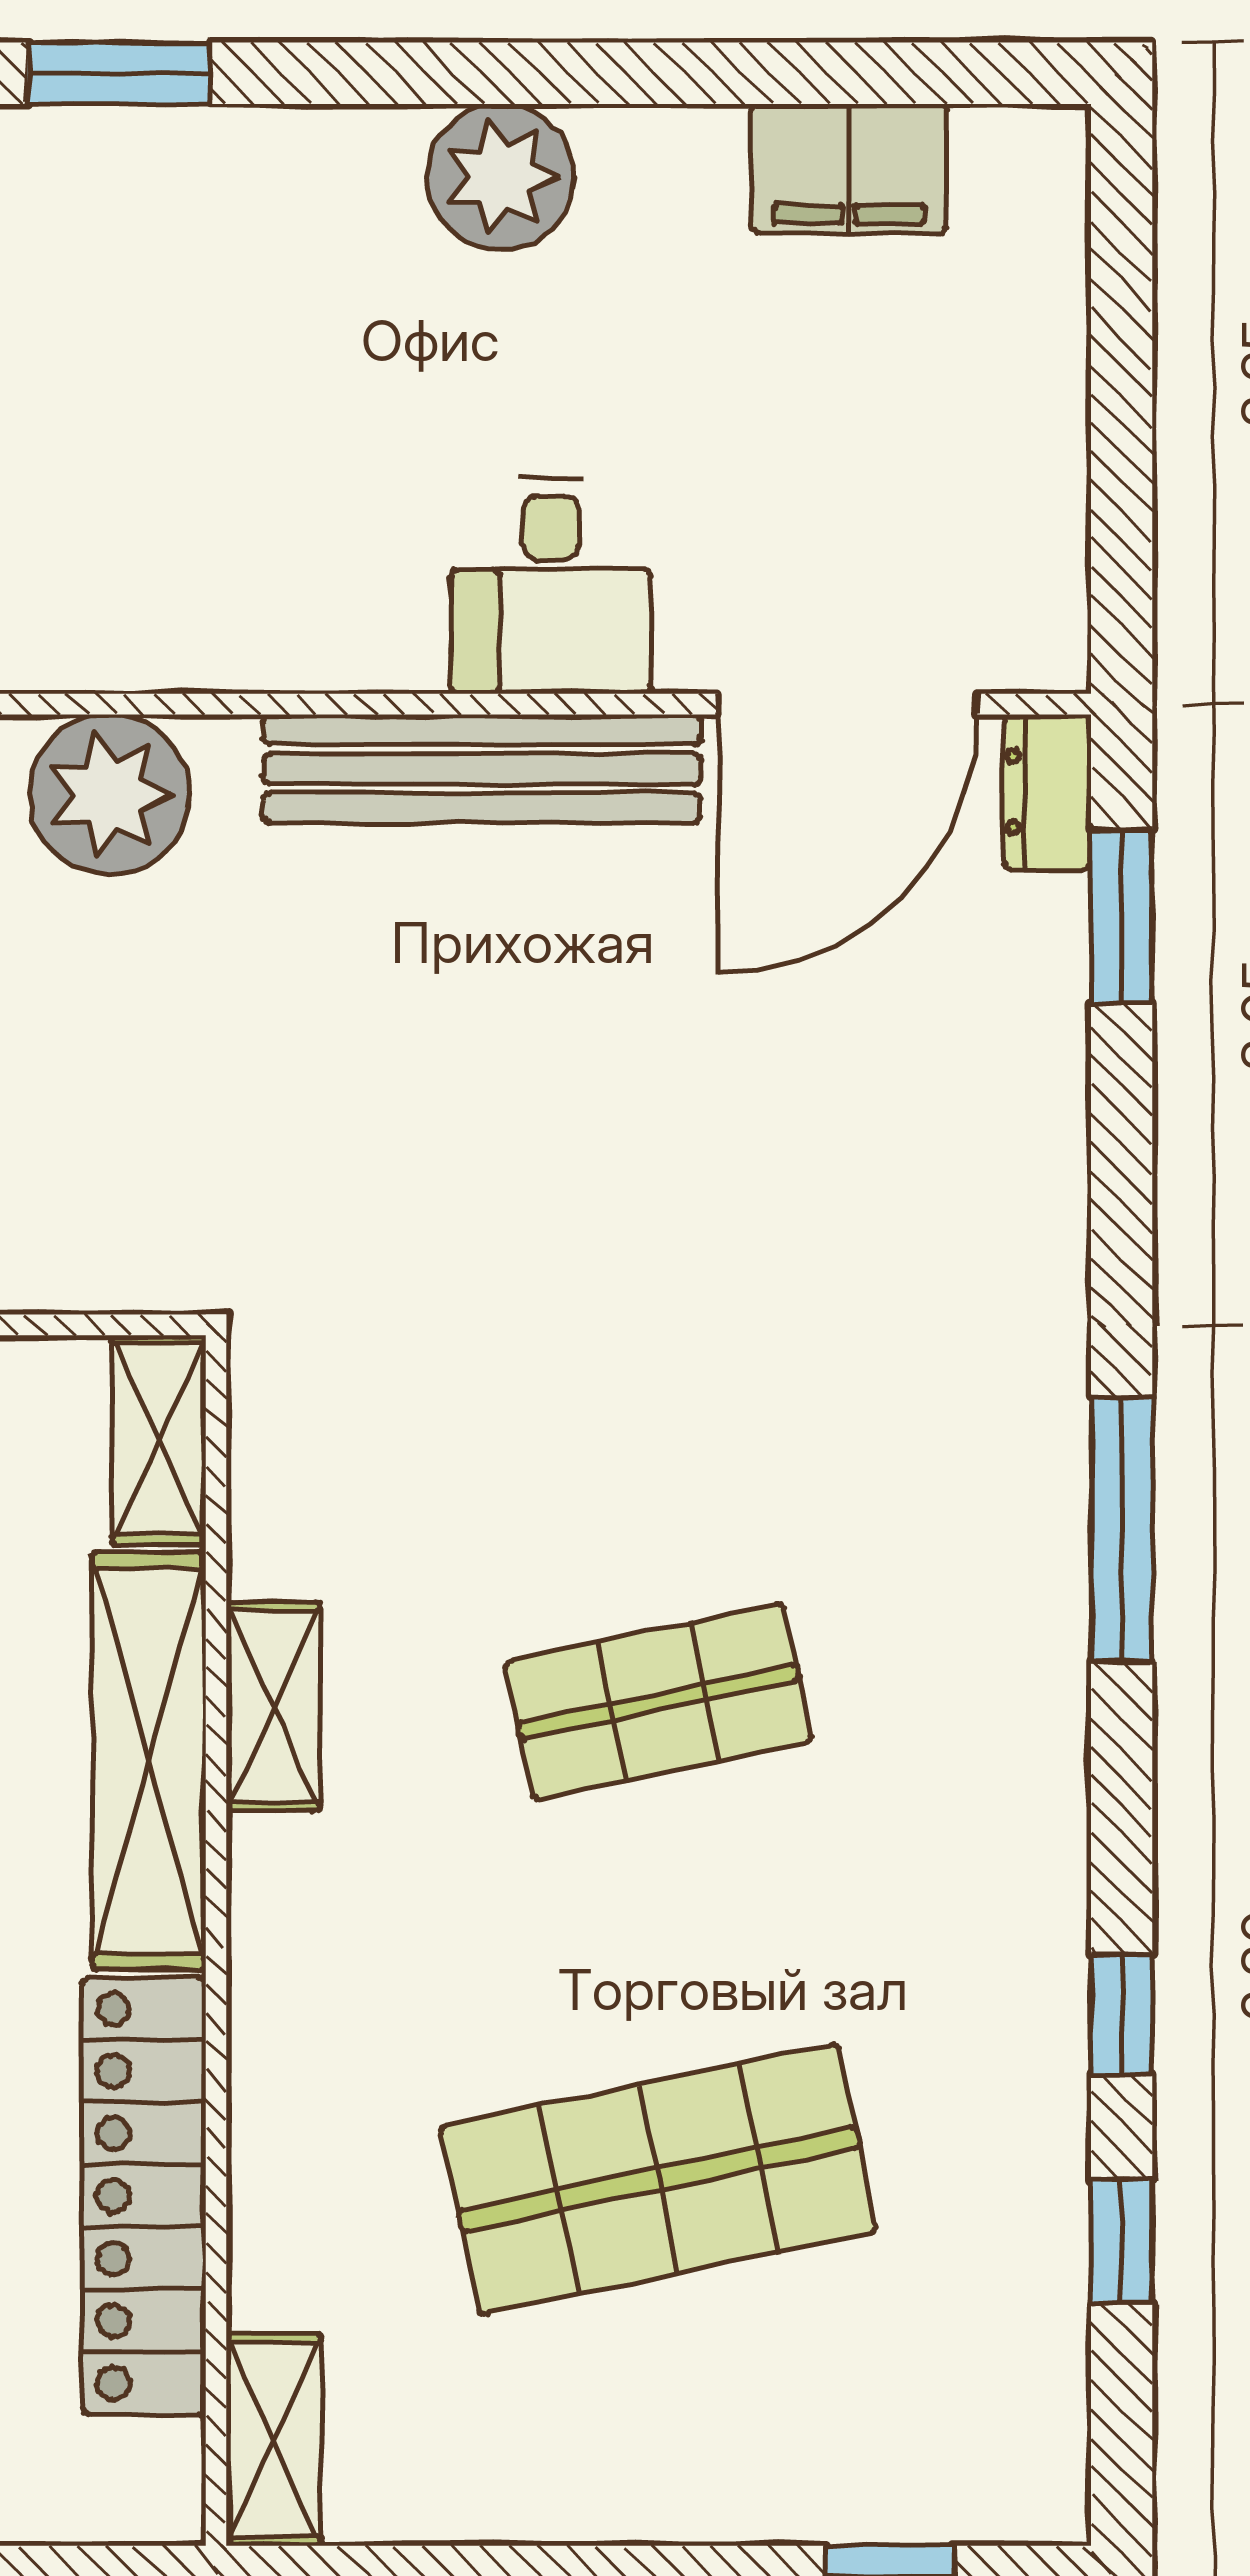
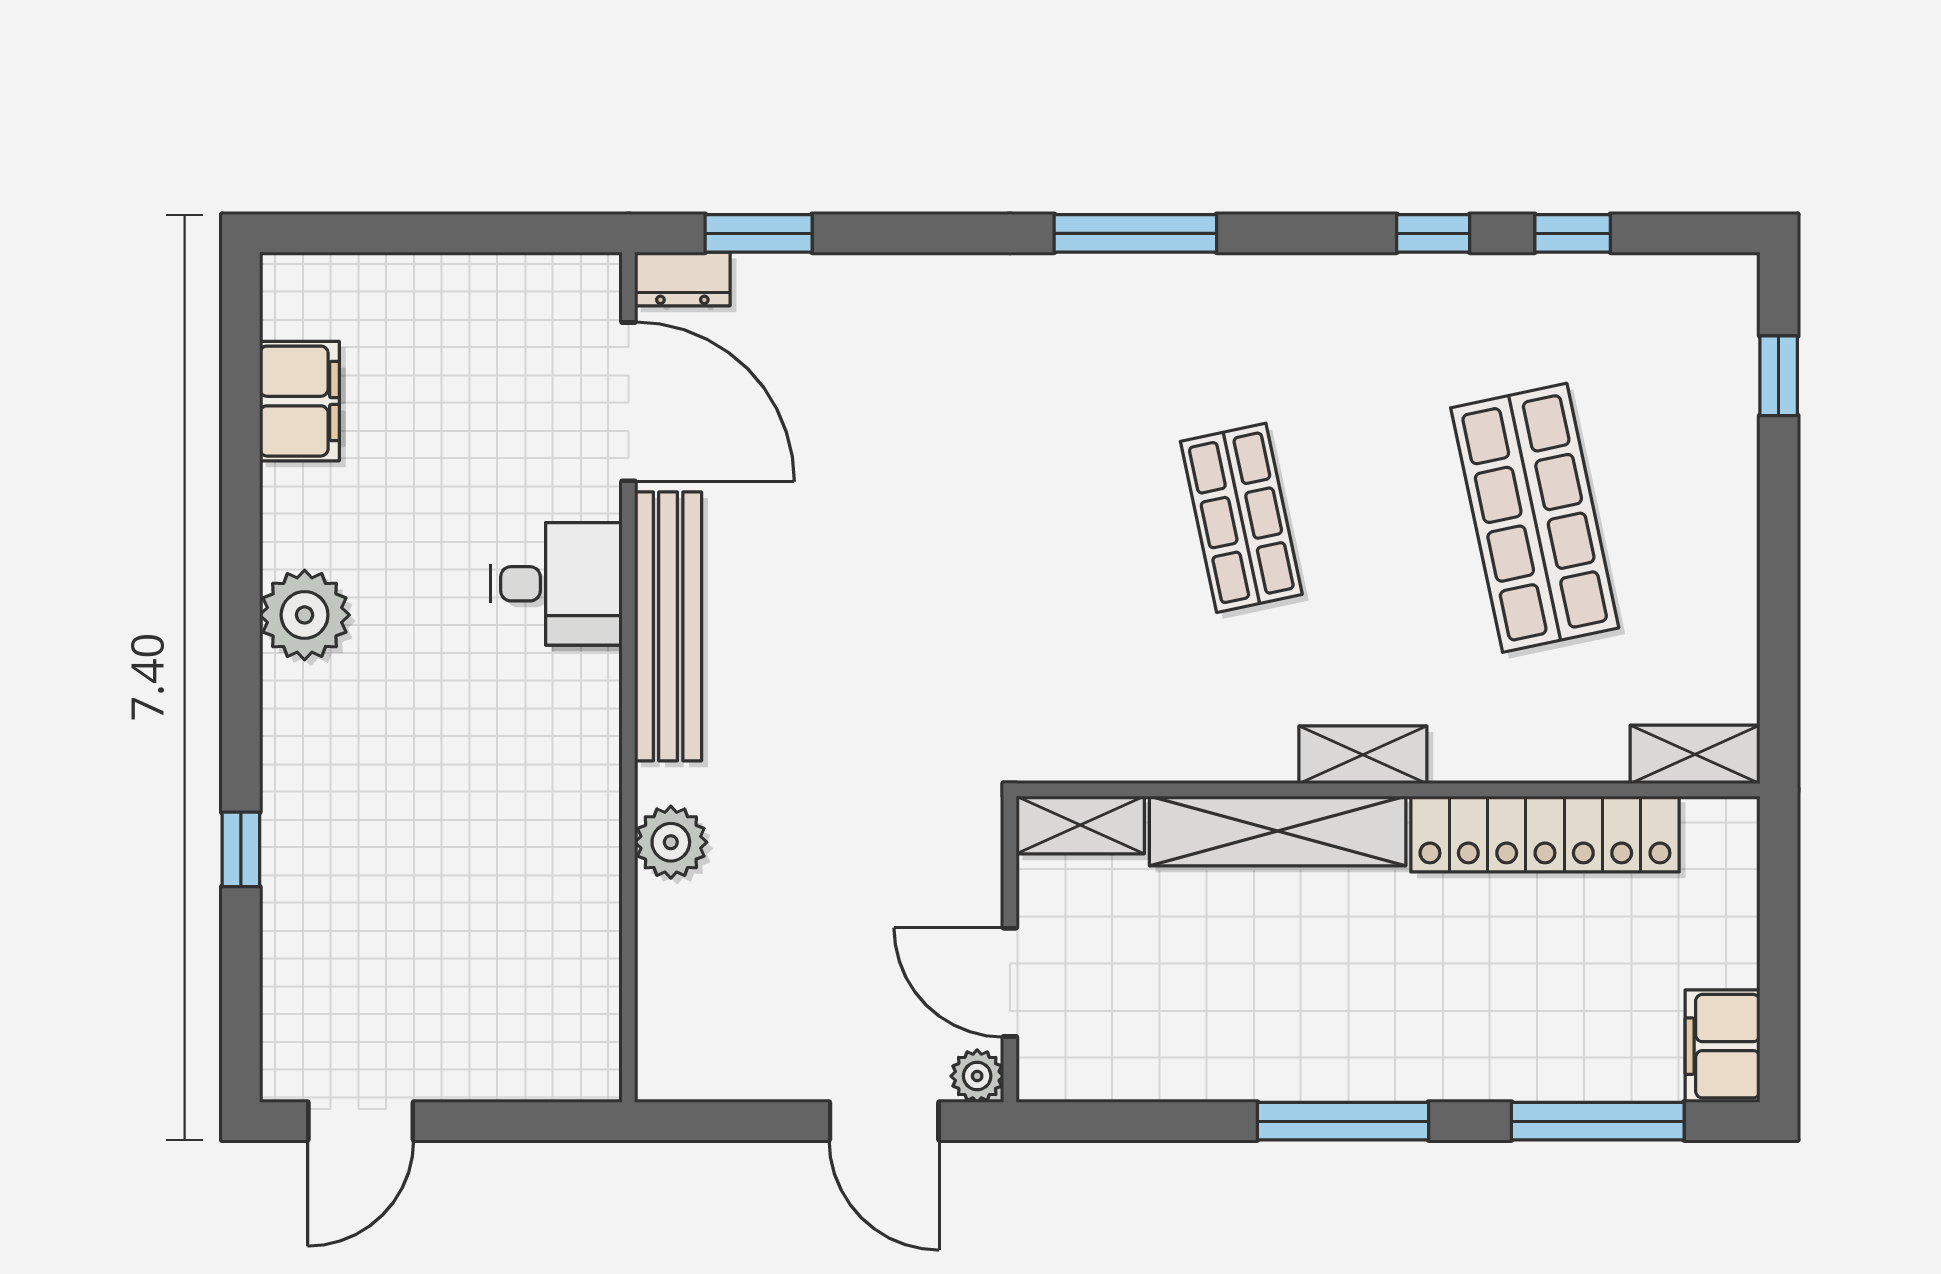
window: (119, 73) -> (241, 849), width x0.67
plant: (109, 795) -> (671, 842), width x0.73, depth x0.73
shelving: (273, 1706) -> (1363, 755), moved

